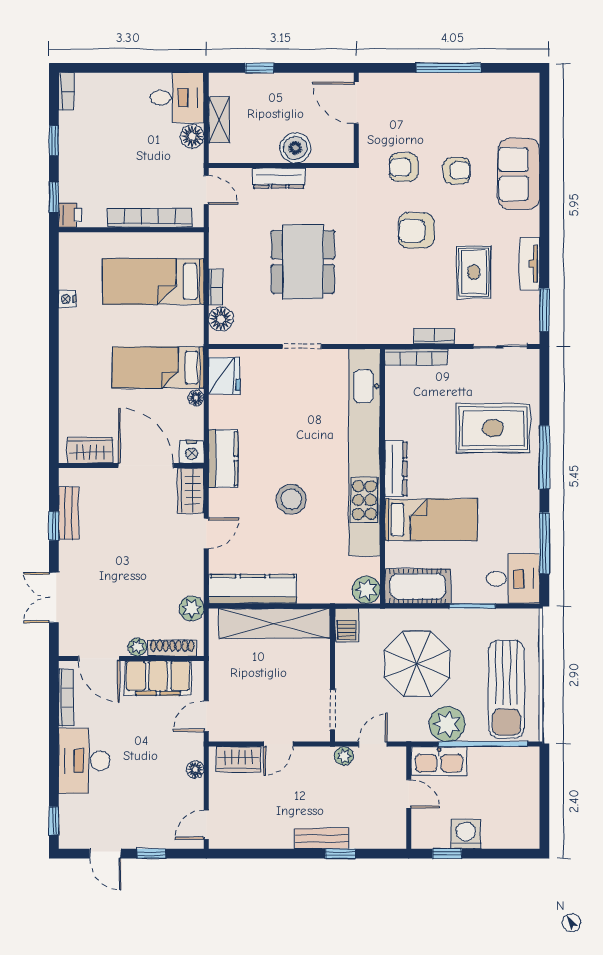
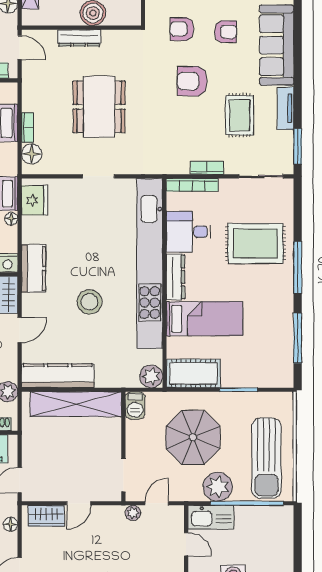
sofa: (519, 174) -> (277, 45), width x1.36
desk: (513, 579) -> (189, 232), moved, turned 180

